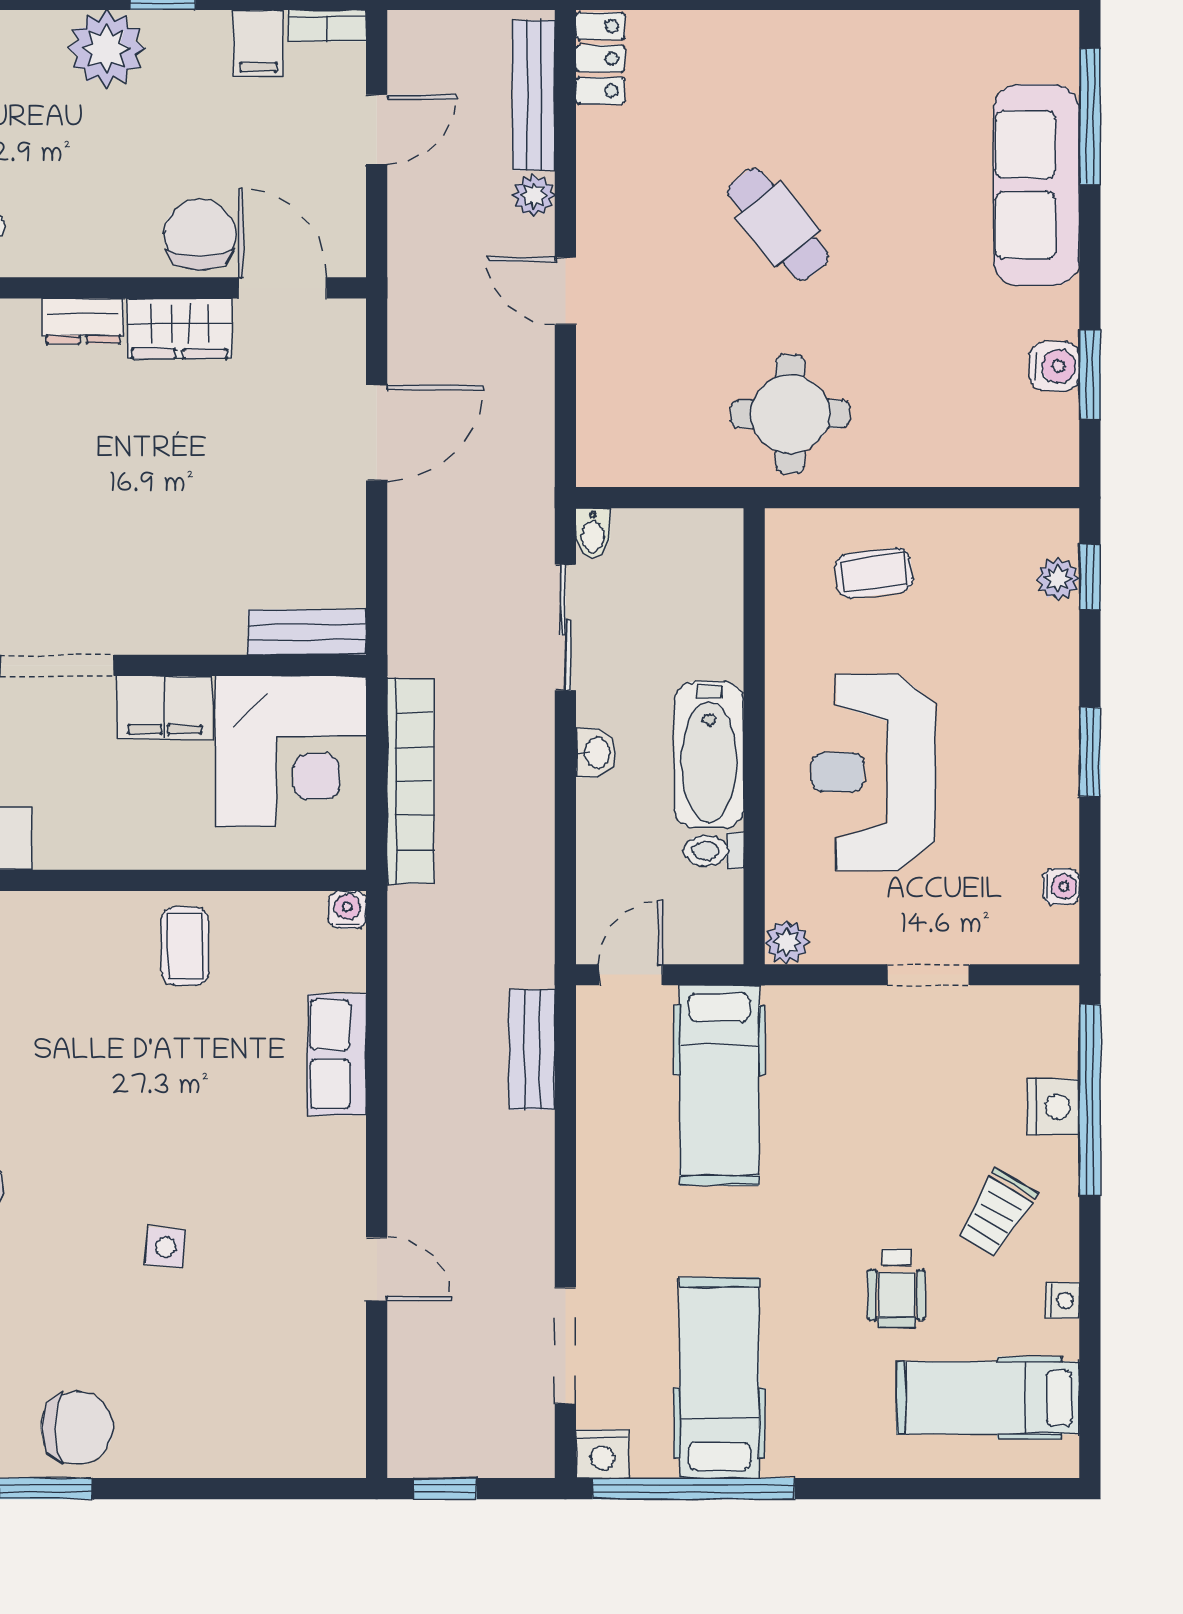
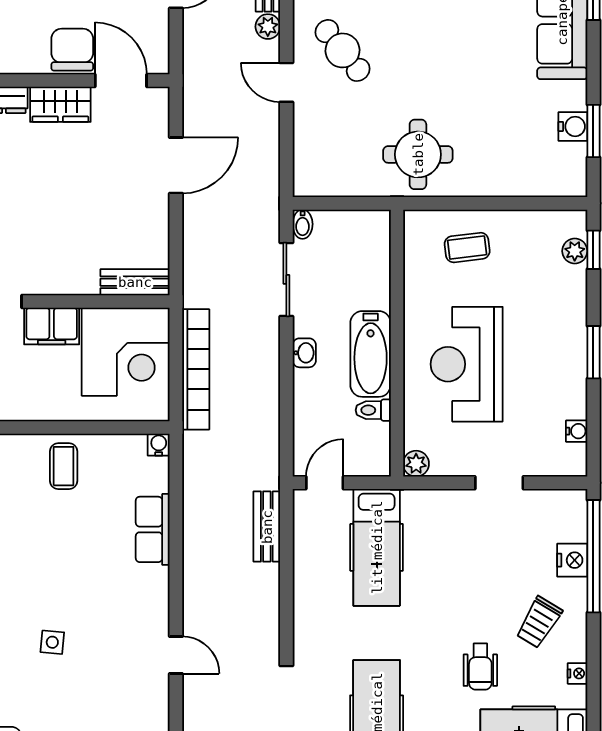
cafe table: (778, 224) -> (343, 50), moved

